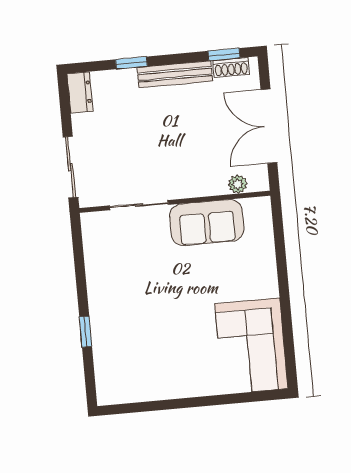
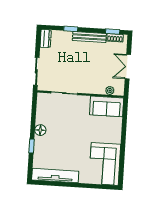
double door: (269, 126) -> (128, 67), width x0.73
sofa: (207, 223) -> (107, 106), moved
floor lamp: (99, 294) -> (40, 130), added
tv unit: (147, 388) -> (55, 176), added

